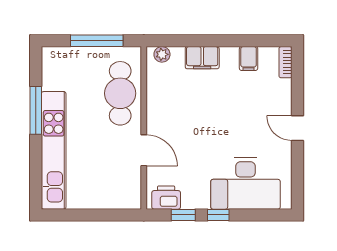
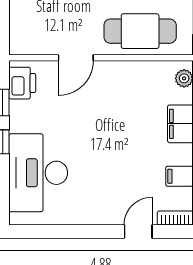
door: (297, 128) -> (138, 232), moved

